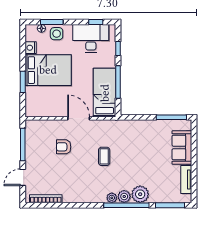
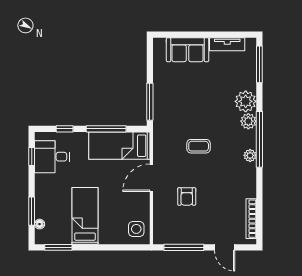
side table: (57, 34) -> (136, 229), moved
desk: (91, 38) -> (52, 157), width x0.73
nightstand: (31, 48) -> (63, 237), removed
bed: (48, 70) -> (85, 216), width x0.67
window: (23, 82) -> (58, 247), moved
window: (171, 117) -> (150, 102), moved
plant: (112, 198) -> (250, 155), moved
window: (126, 205) -> (259, 139), moved

